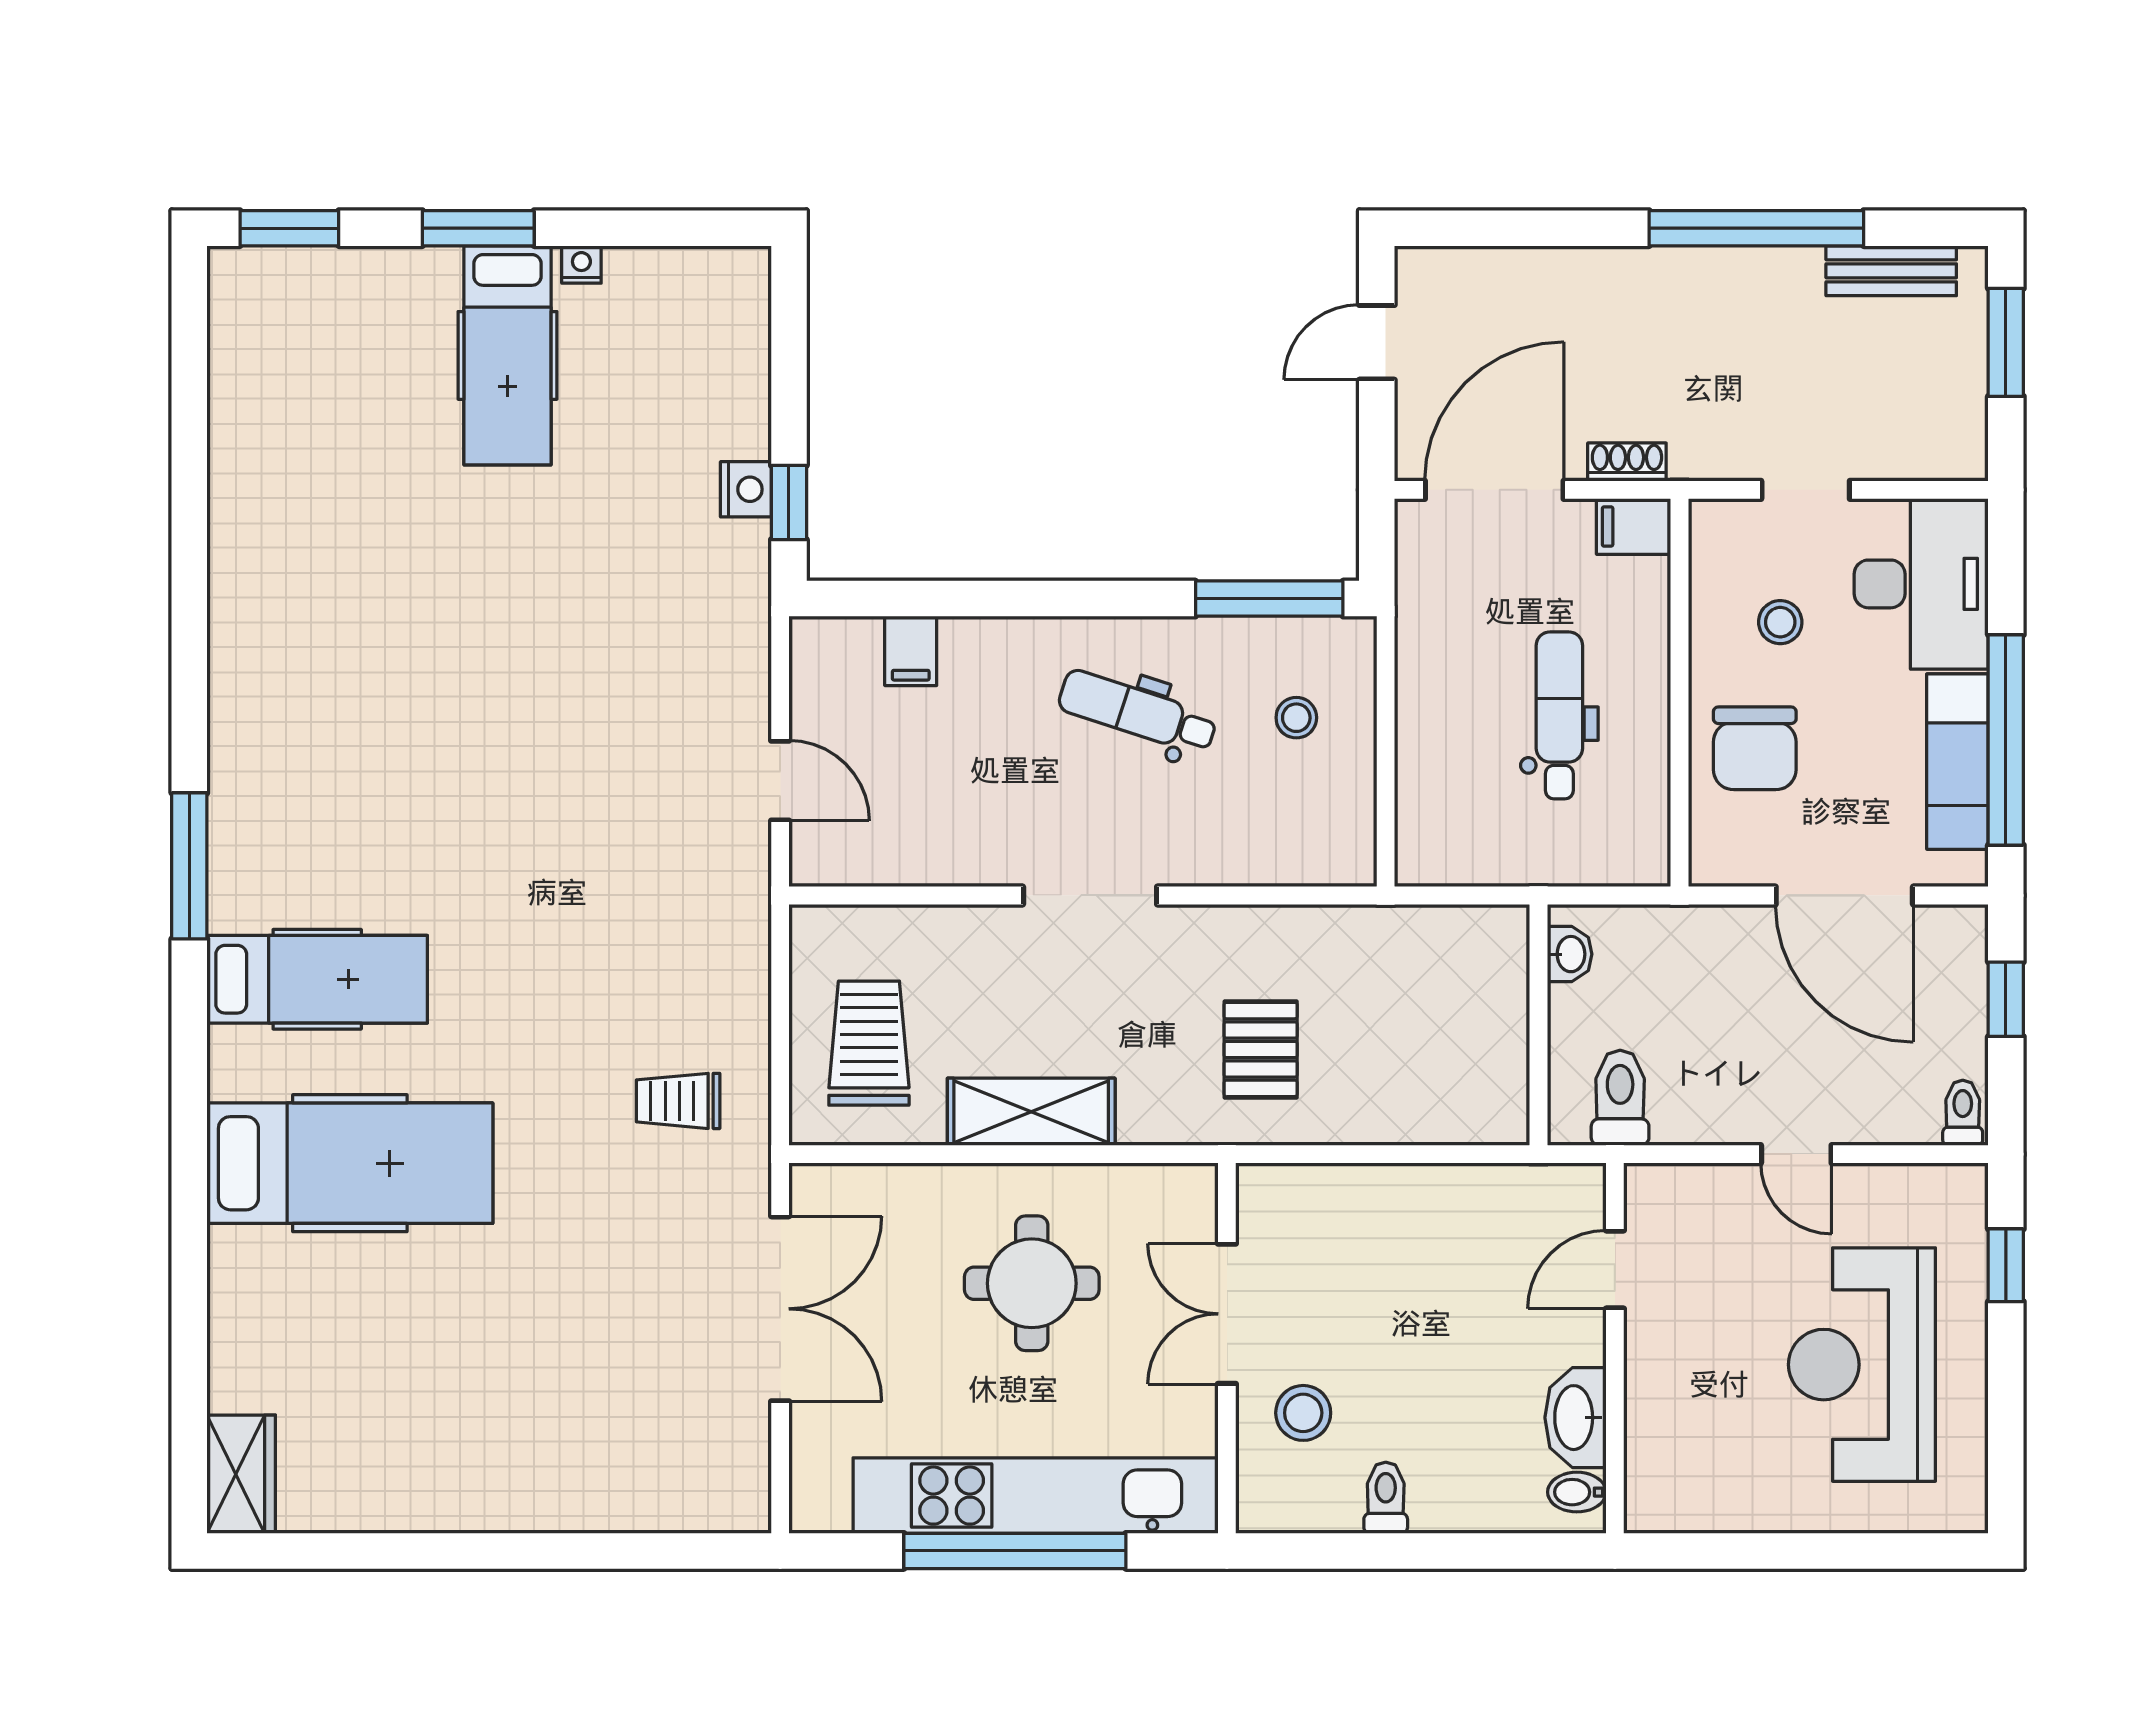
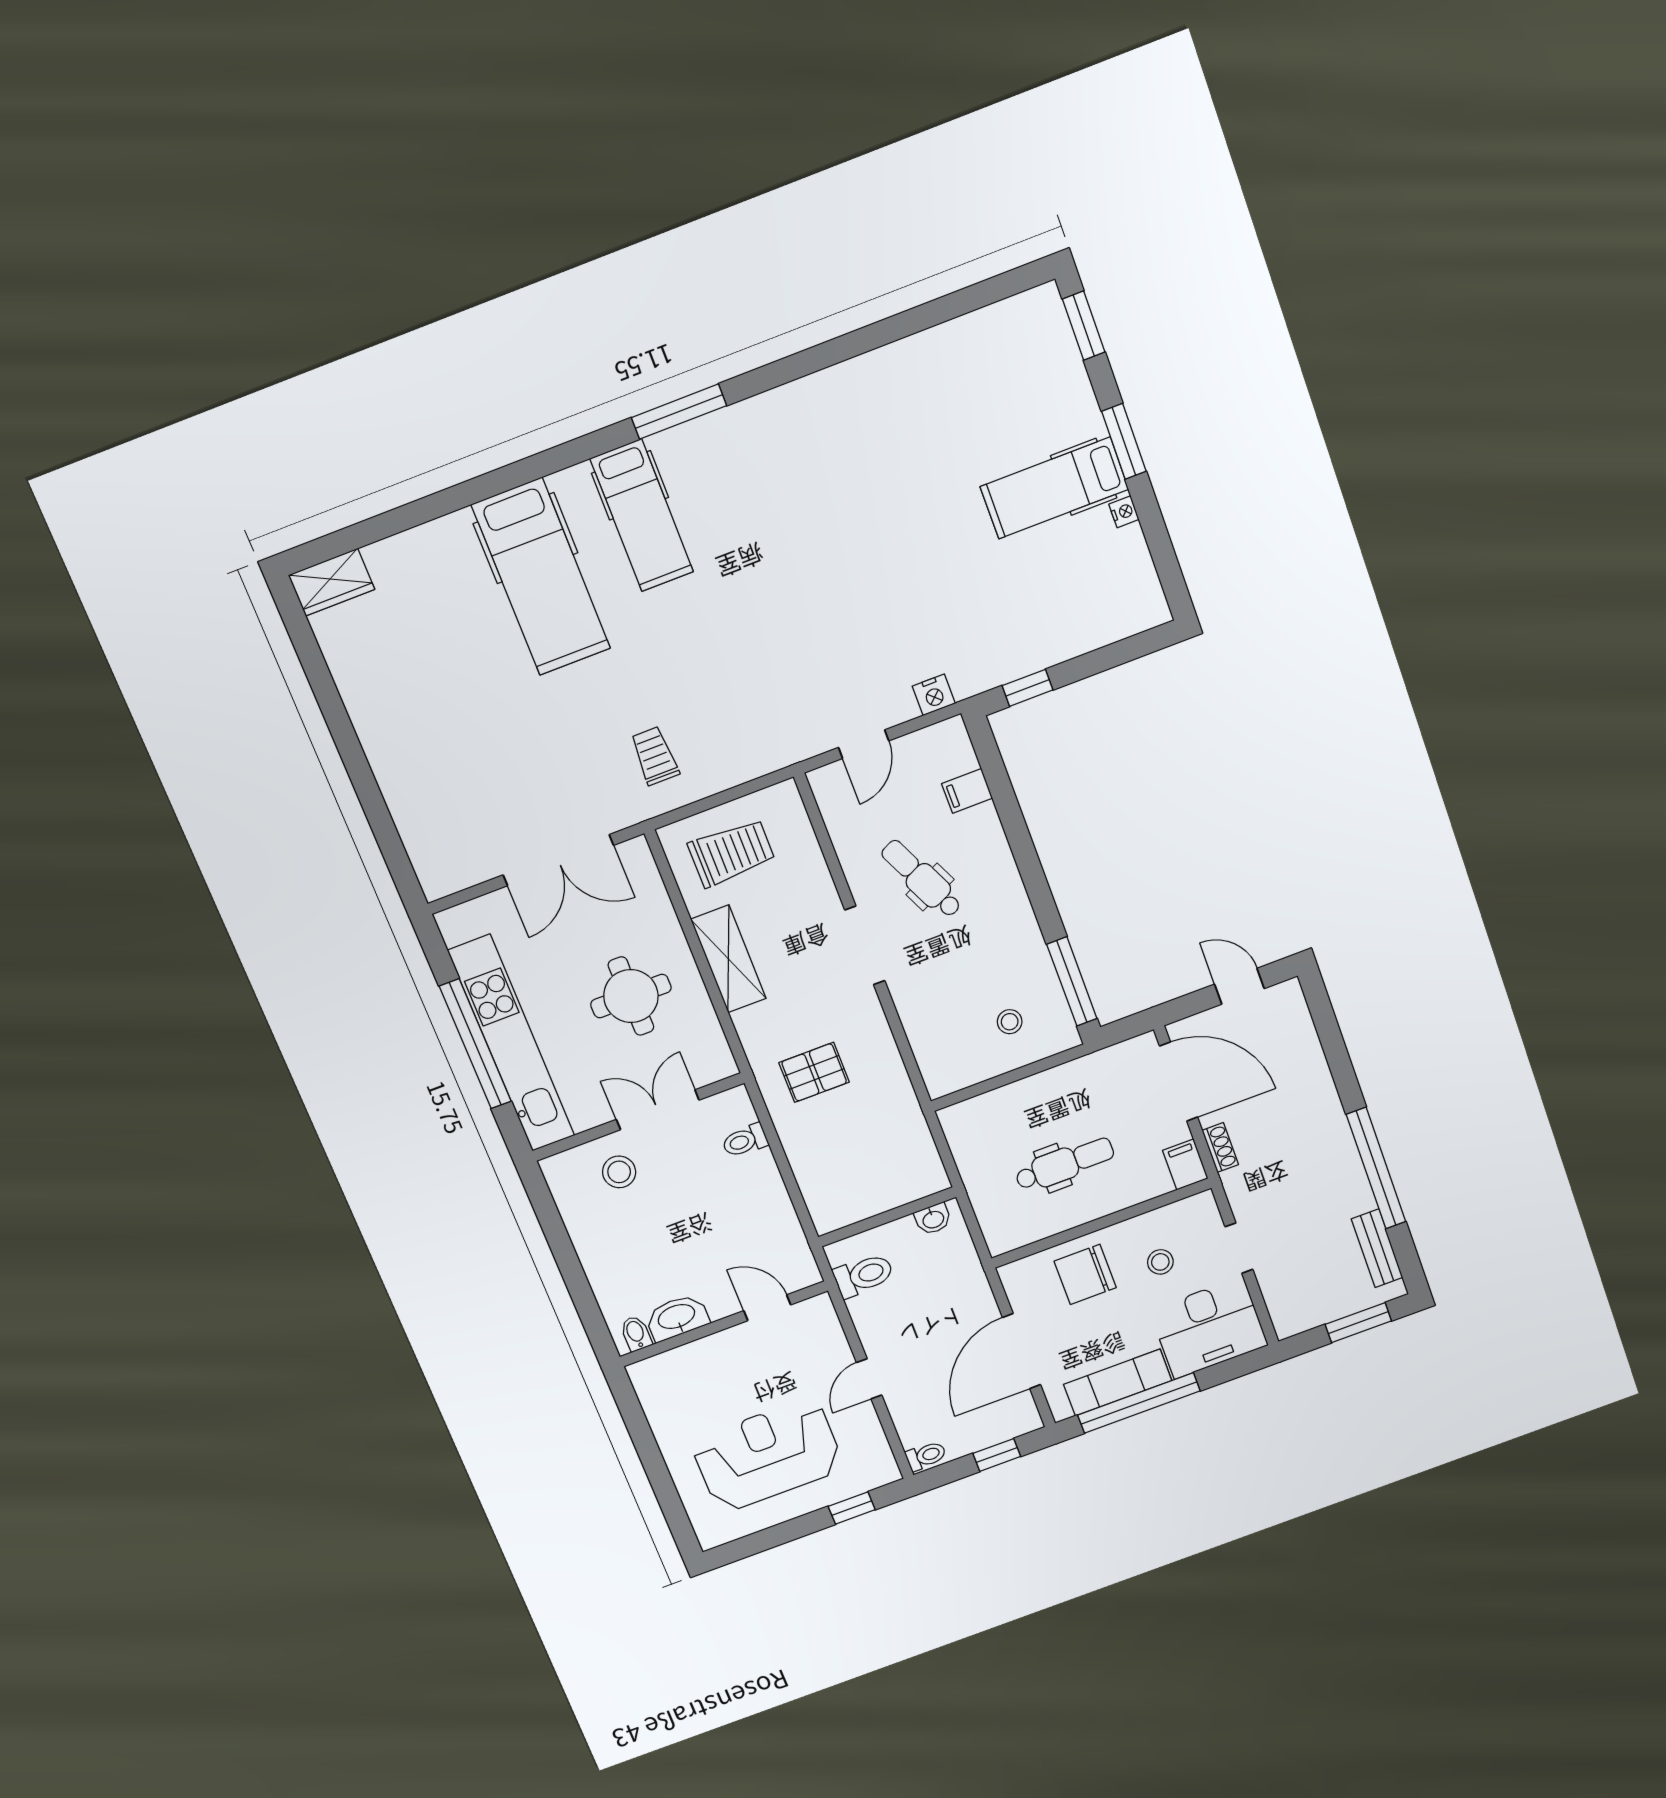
nightstand: (746, 489) -> (934, 695), moved
dental chair: (1137, 712) -> (921, 879), moved, turned -43
toilet: (1386, 1498) -> (745, 1141), moved, turned 180

